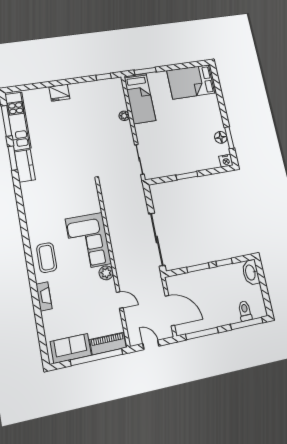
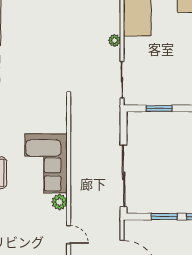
plant: (124, 116) -> (114, 40), moved
window: (187, 176) -> (159, 108), moved

